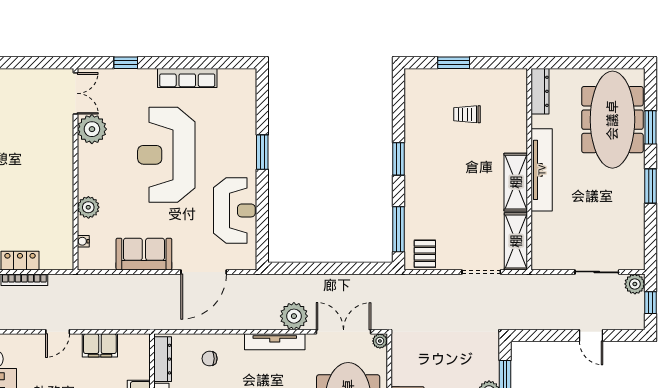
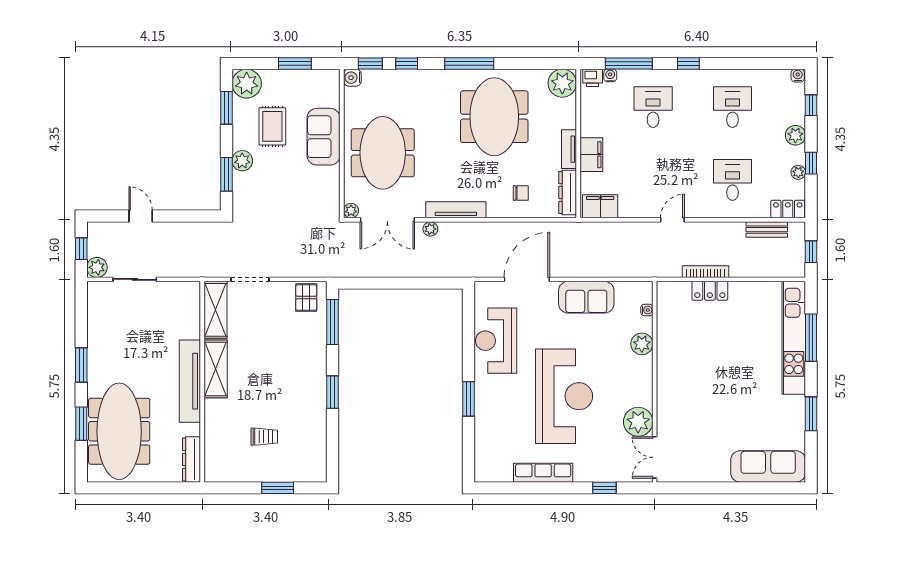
plant: (294, 316) -> (430, 229), width x0.53, depth x0.53
filing cabinet: (100, 345) -> (600, 206), moved

